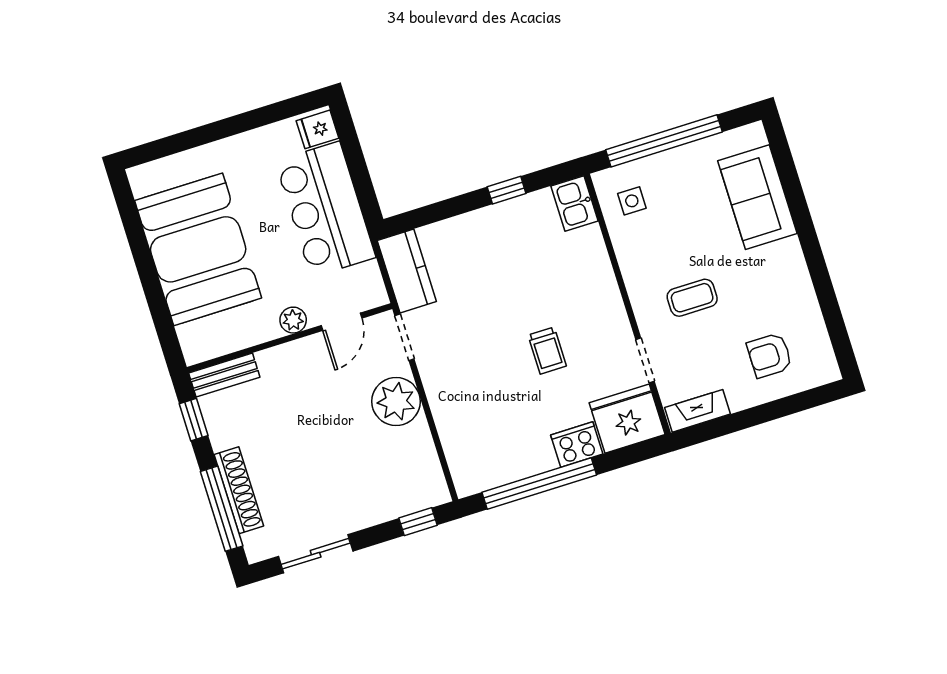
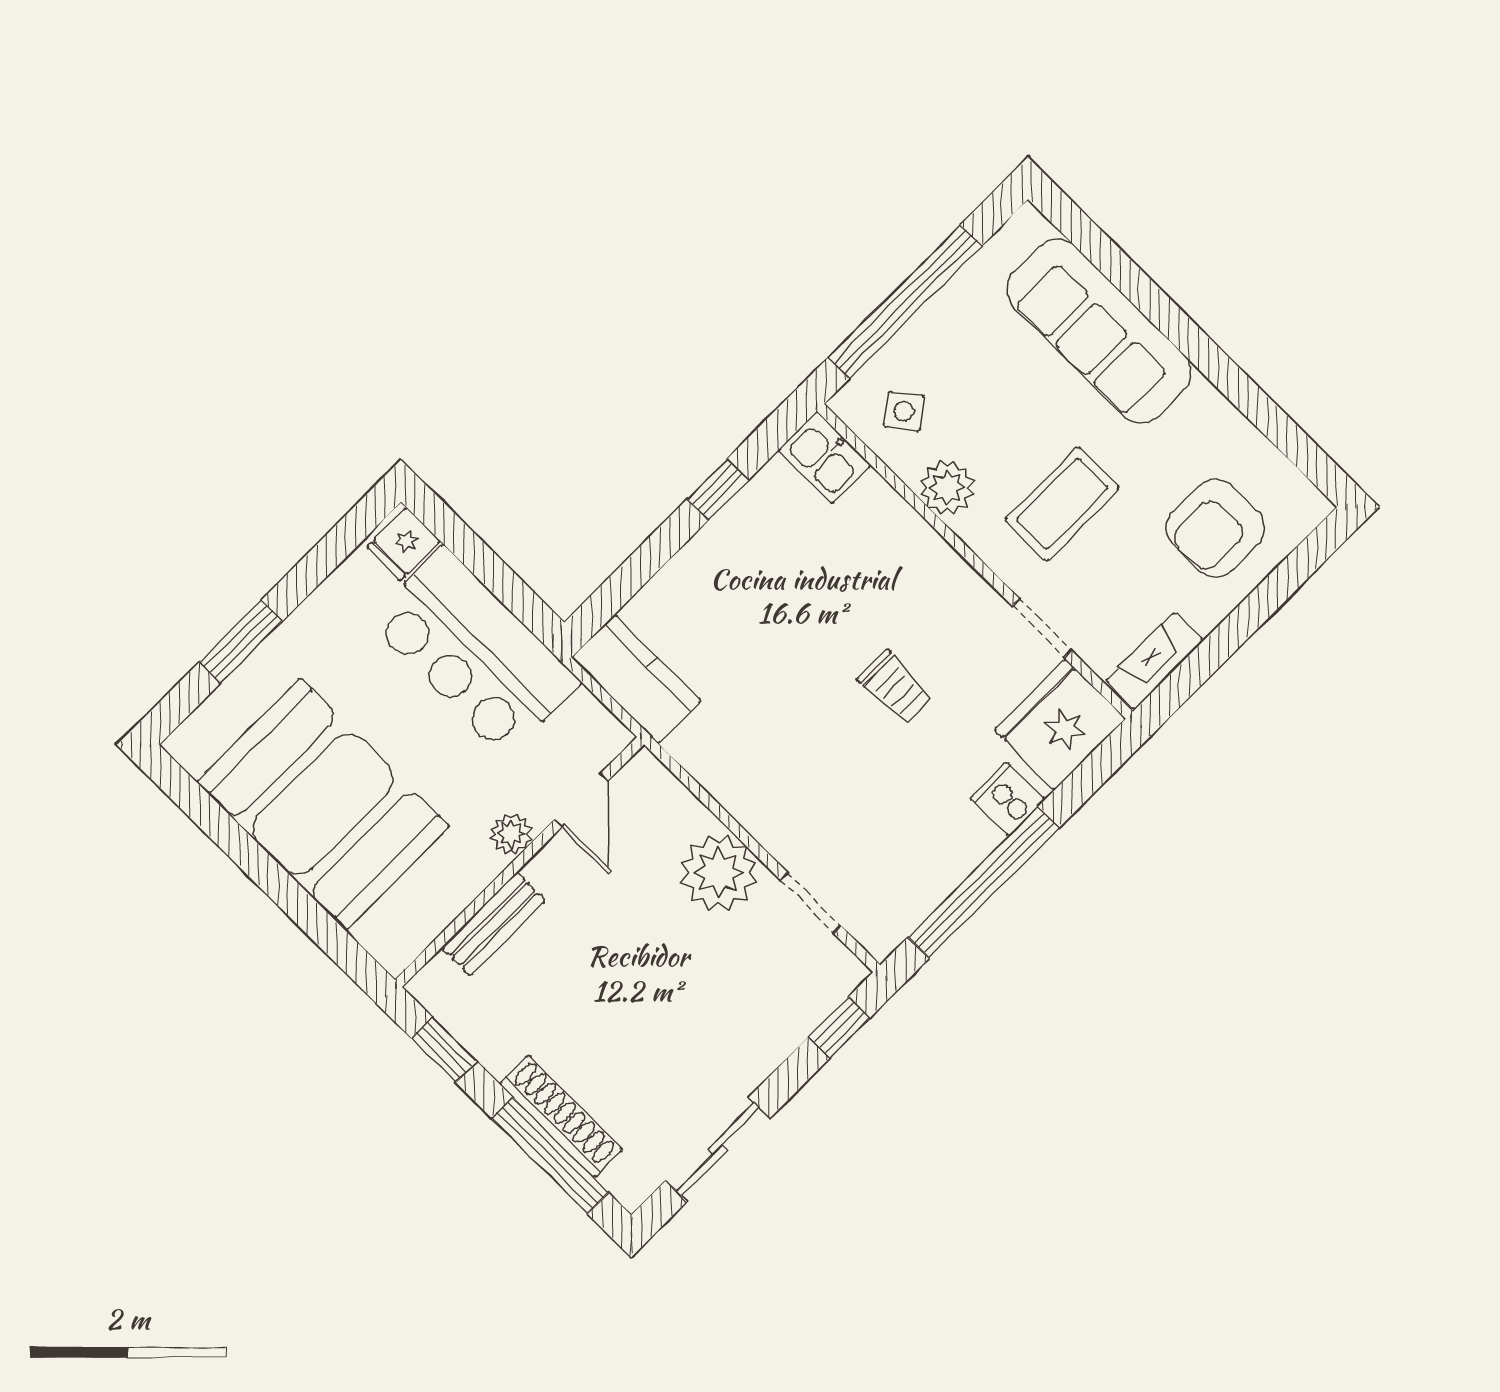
window: (200, 136) -> (241, 641), added
sofa: (757, 197) -> (1099, 331), width x1.36
side table: (632, 201) -> (904, 411), turned -38
plant: (633, 256) -> (947, 488), added
coffee table: (692, 298) -> (1062, 504), width x1.36, depth x1.30
doorway: (404, 337) -> (811, 903), moved
armchair: (770, 355) -> (1215, 528), width x1.38, depth x1.38
bench: (224, 375) -> (493, 924), moved
cooker: (577, 444) -> (1008, 799), width x0.73

